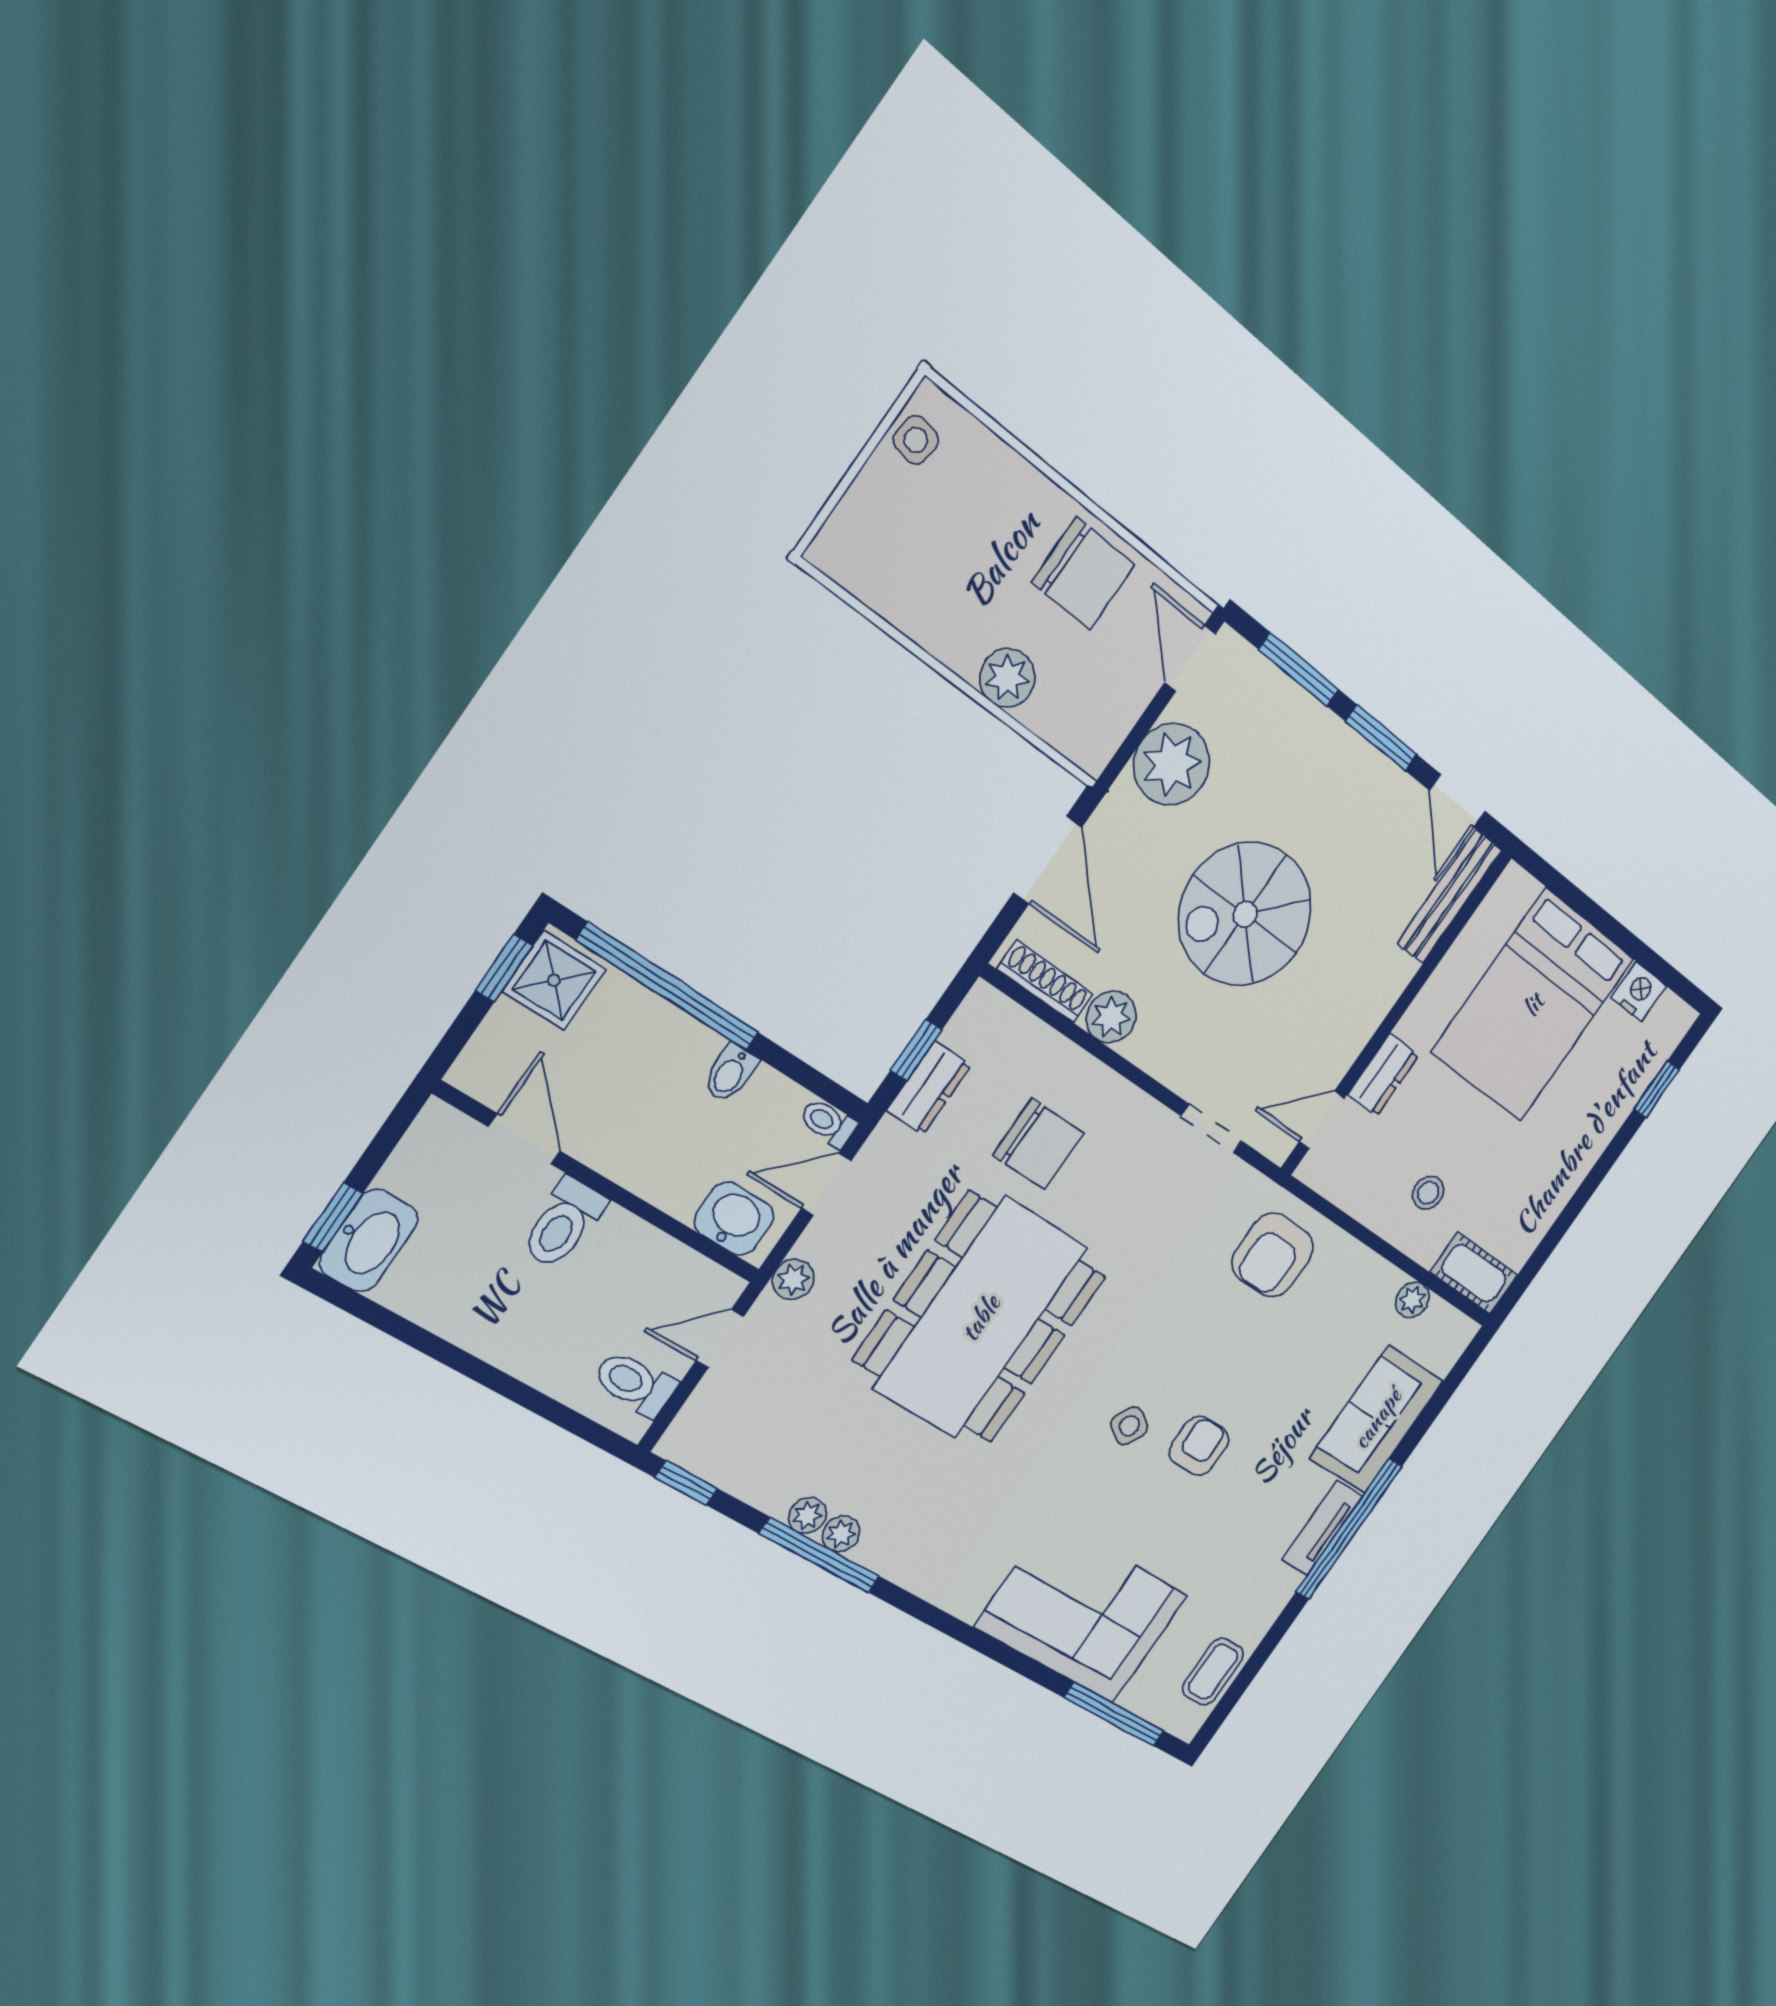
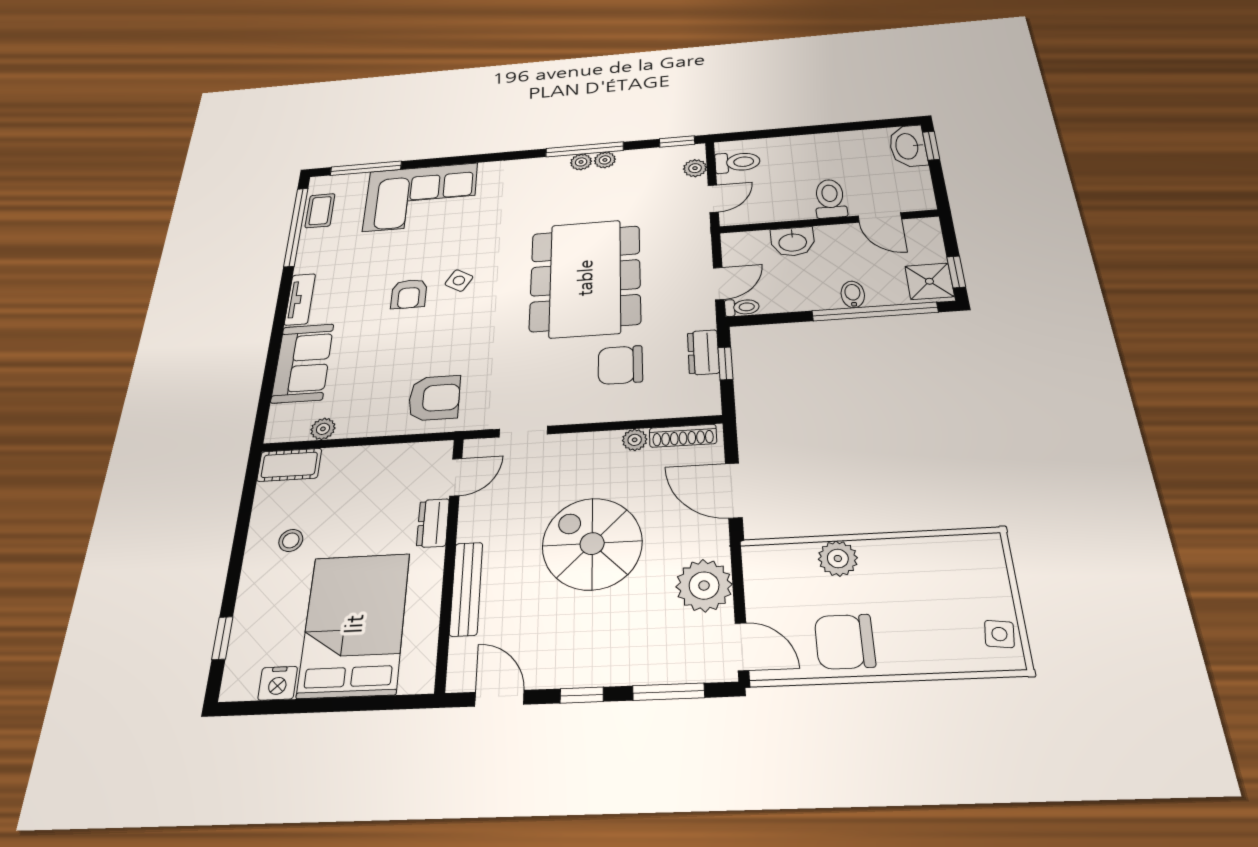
window: (1381, 738) -> (582, 695), width x0.67
bench: (1449, 897) -> (466, 589), moved
spiral stairs: (1245, 914) -> (592, 544), turned -90
plant: (1111, 1017) -> (635, 440), width x0.73, depth x0.73
bidet: (730, 1073) -> (853, 294), moved
stool: (1428, 1193) -> (291, 540), moved
washbasin: (734, 1219) -> (793, 242), moved
armchair: (1273, 1255) -> (434, 398), turned 90
plant: (793, 1279) -> (695, 168), moved
window: (1349, 1529) -> (296, 227), moved

